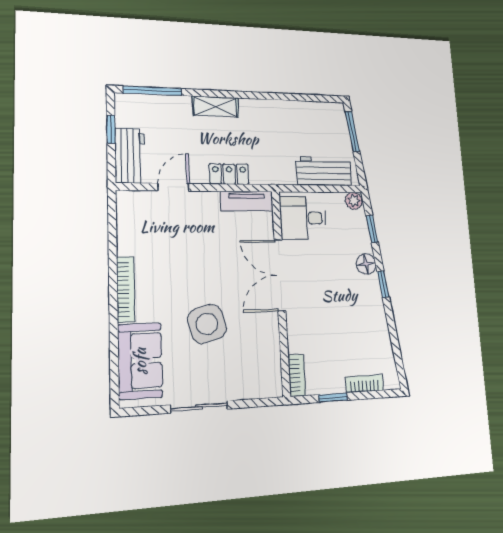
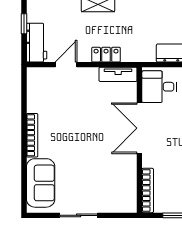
side table: (207, 324) -> (86, 161), removed
bookcase: (297, 375) -> (148, 190), width x1.56

